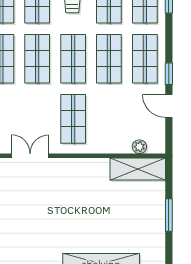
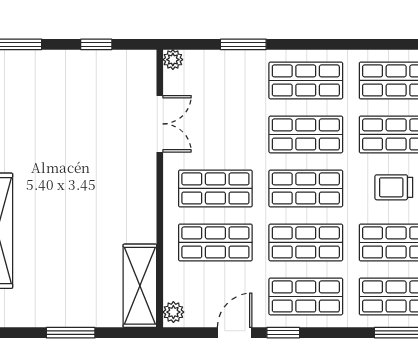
shop shelf: (109, 119) -> (215, 242), added
plant: (139, 147) -> (173, 312), moved

